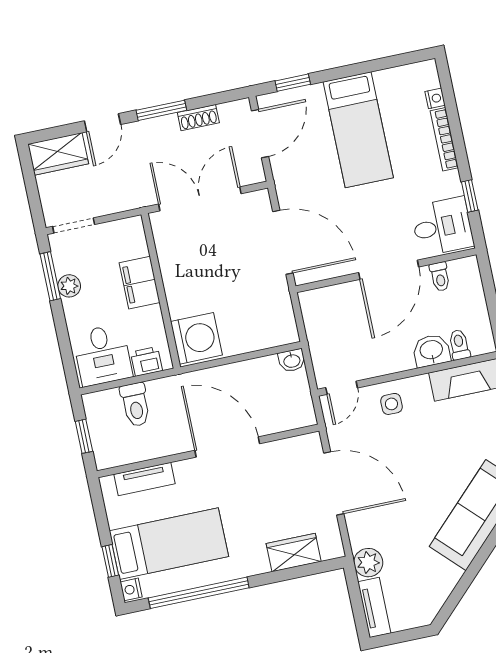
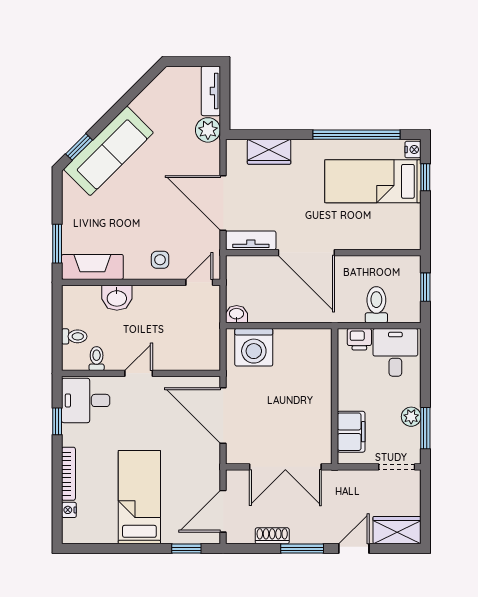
door: (389, 270) -> (139, 373), width x0.53
filing cabinet: (140, 283) -> (351, 432), moved
washing machine: (196, 338) -> (254, 347), moved, turned -90
toilet: (459, 345) -> (74, 336), moved, turned -90
tv unit: (144, 479) -> (251, 240), moved

